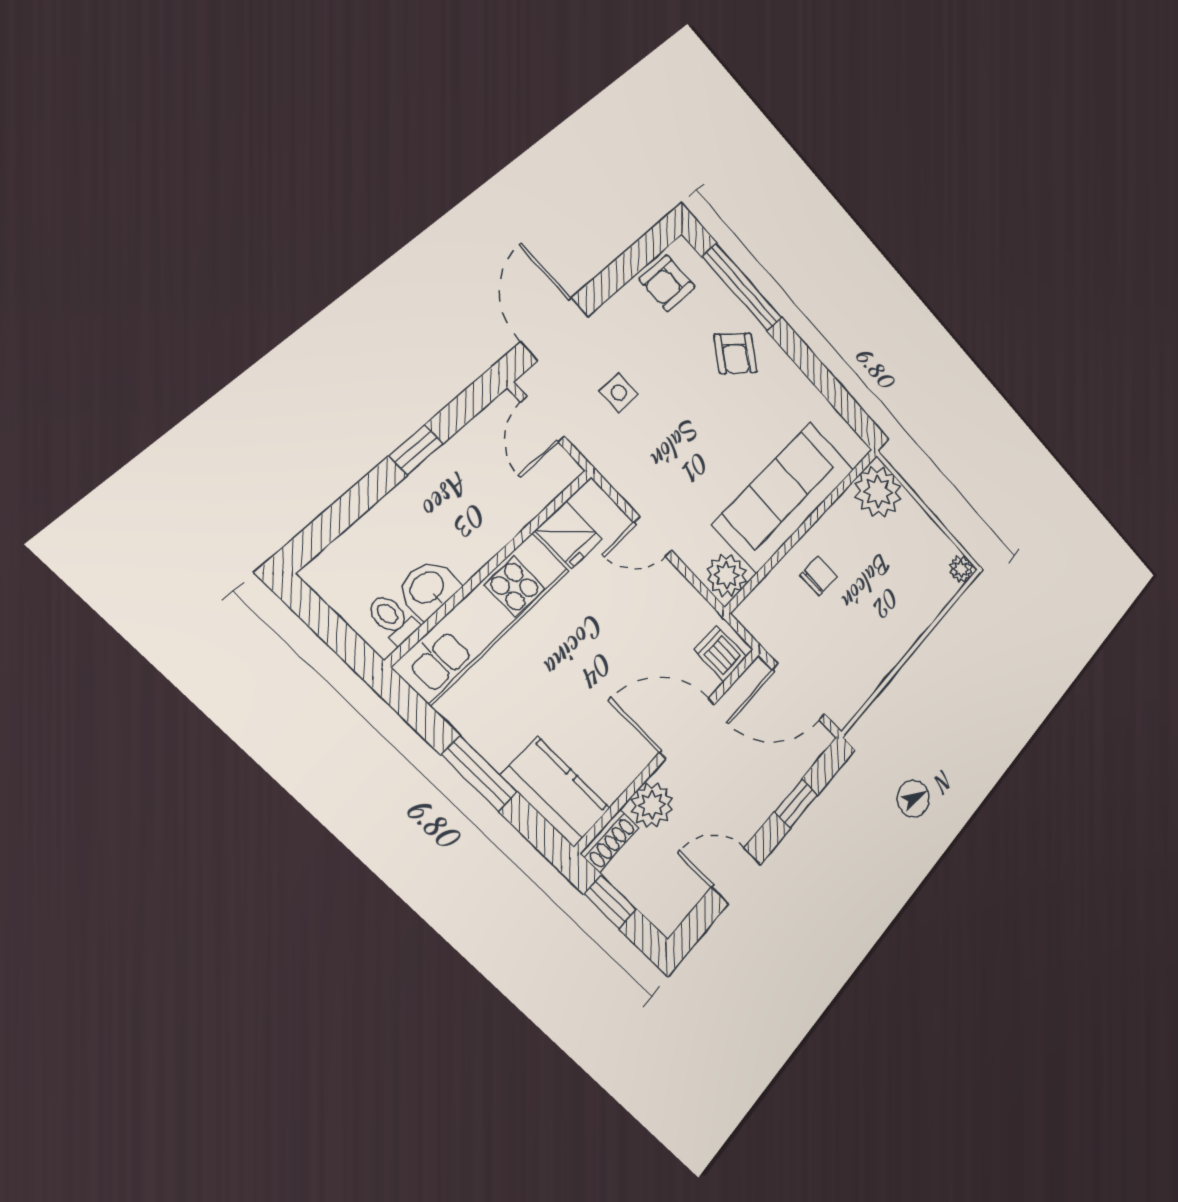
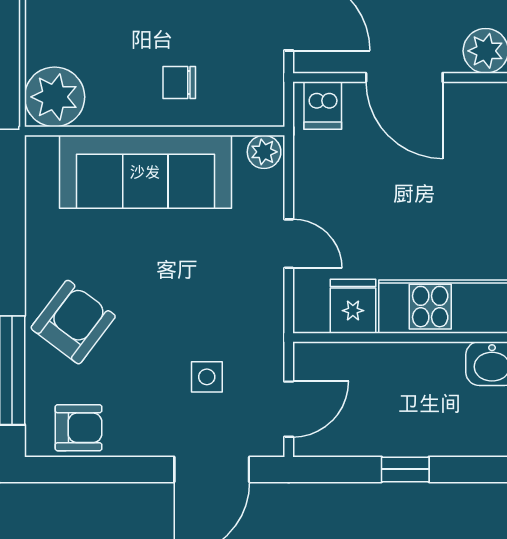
armchair: (735, 353) -> (73, 322), width x1.38, depth x1.38
plant: (727, 575) -> (264, 152), width x0.73, depth x0.73

